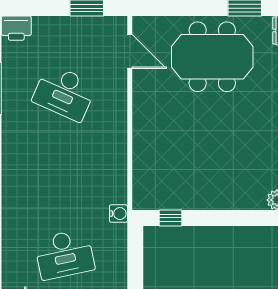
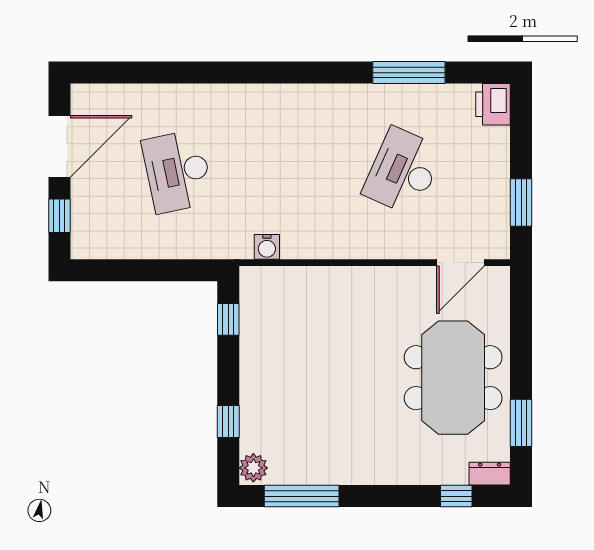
water cooler: (118, 214) -> (267, 247), moved
window: (244, 218) -> (228, 422), added

